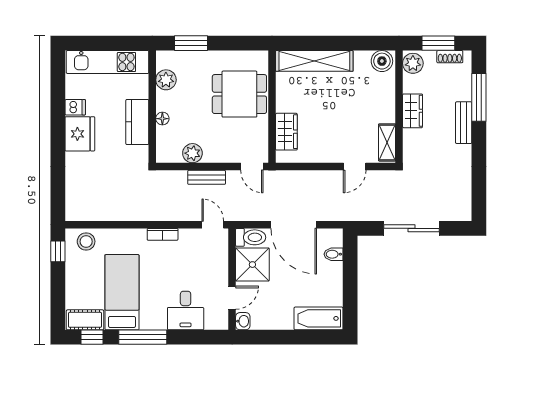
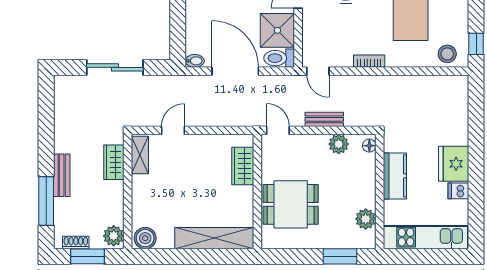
wardrobe: (413, 111) -> (114, 162), moved
floor lamp: (162, 119) -> (369, 146), moved
bidet: (333, 254) -> (195, 61), moved

